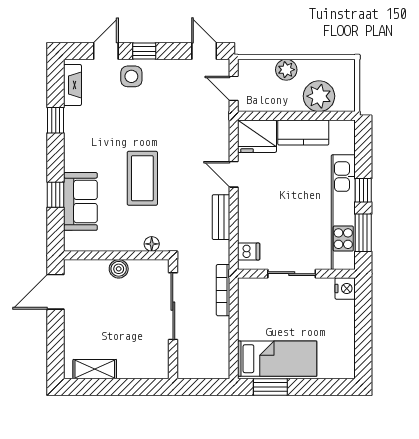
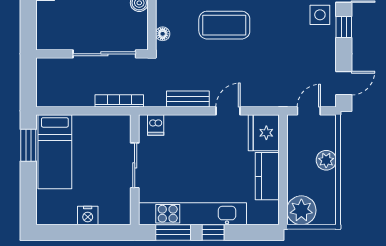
plant: (319, 96) -> (301, 210), moved
nightstand: (345, 288) -> (88, 216), moved

